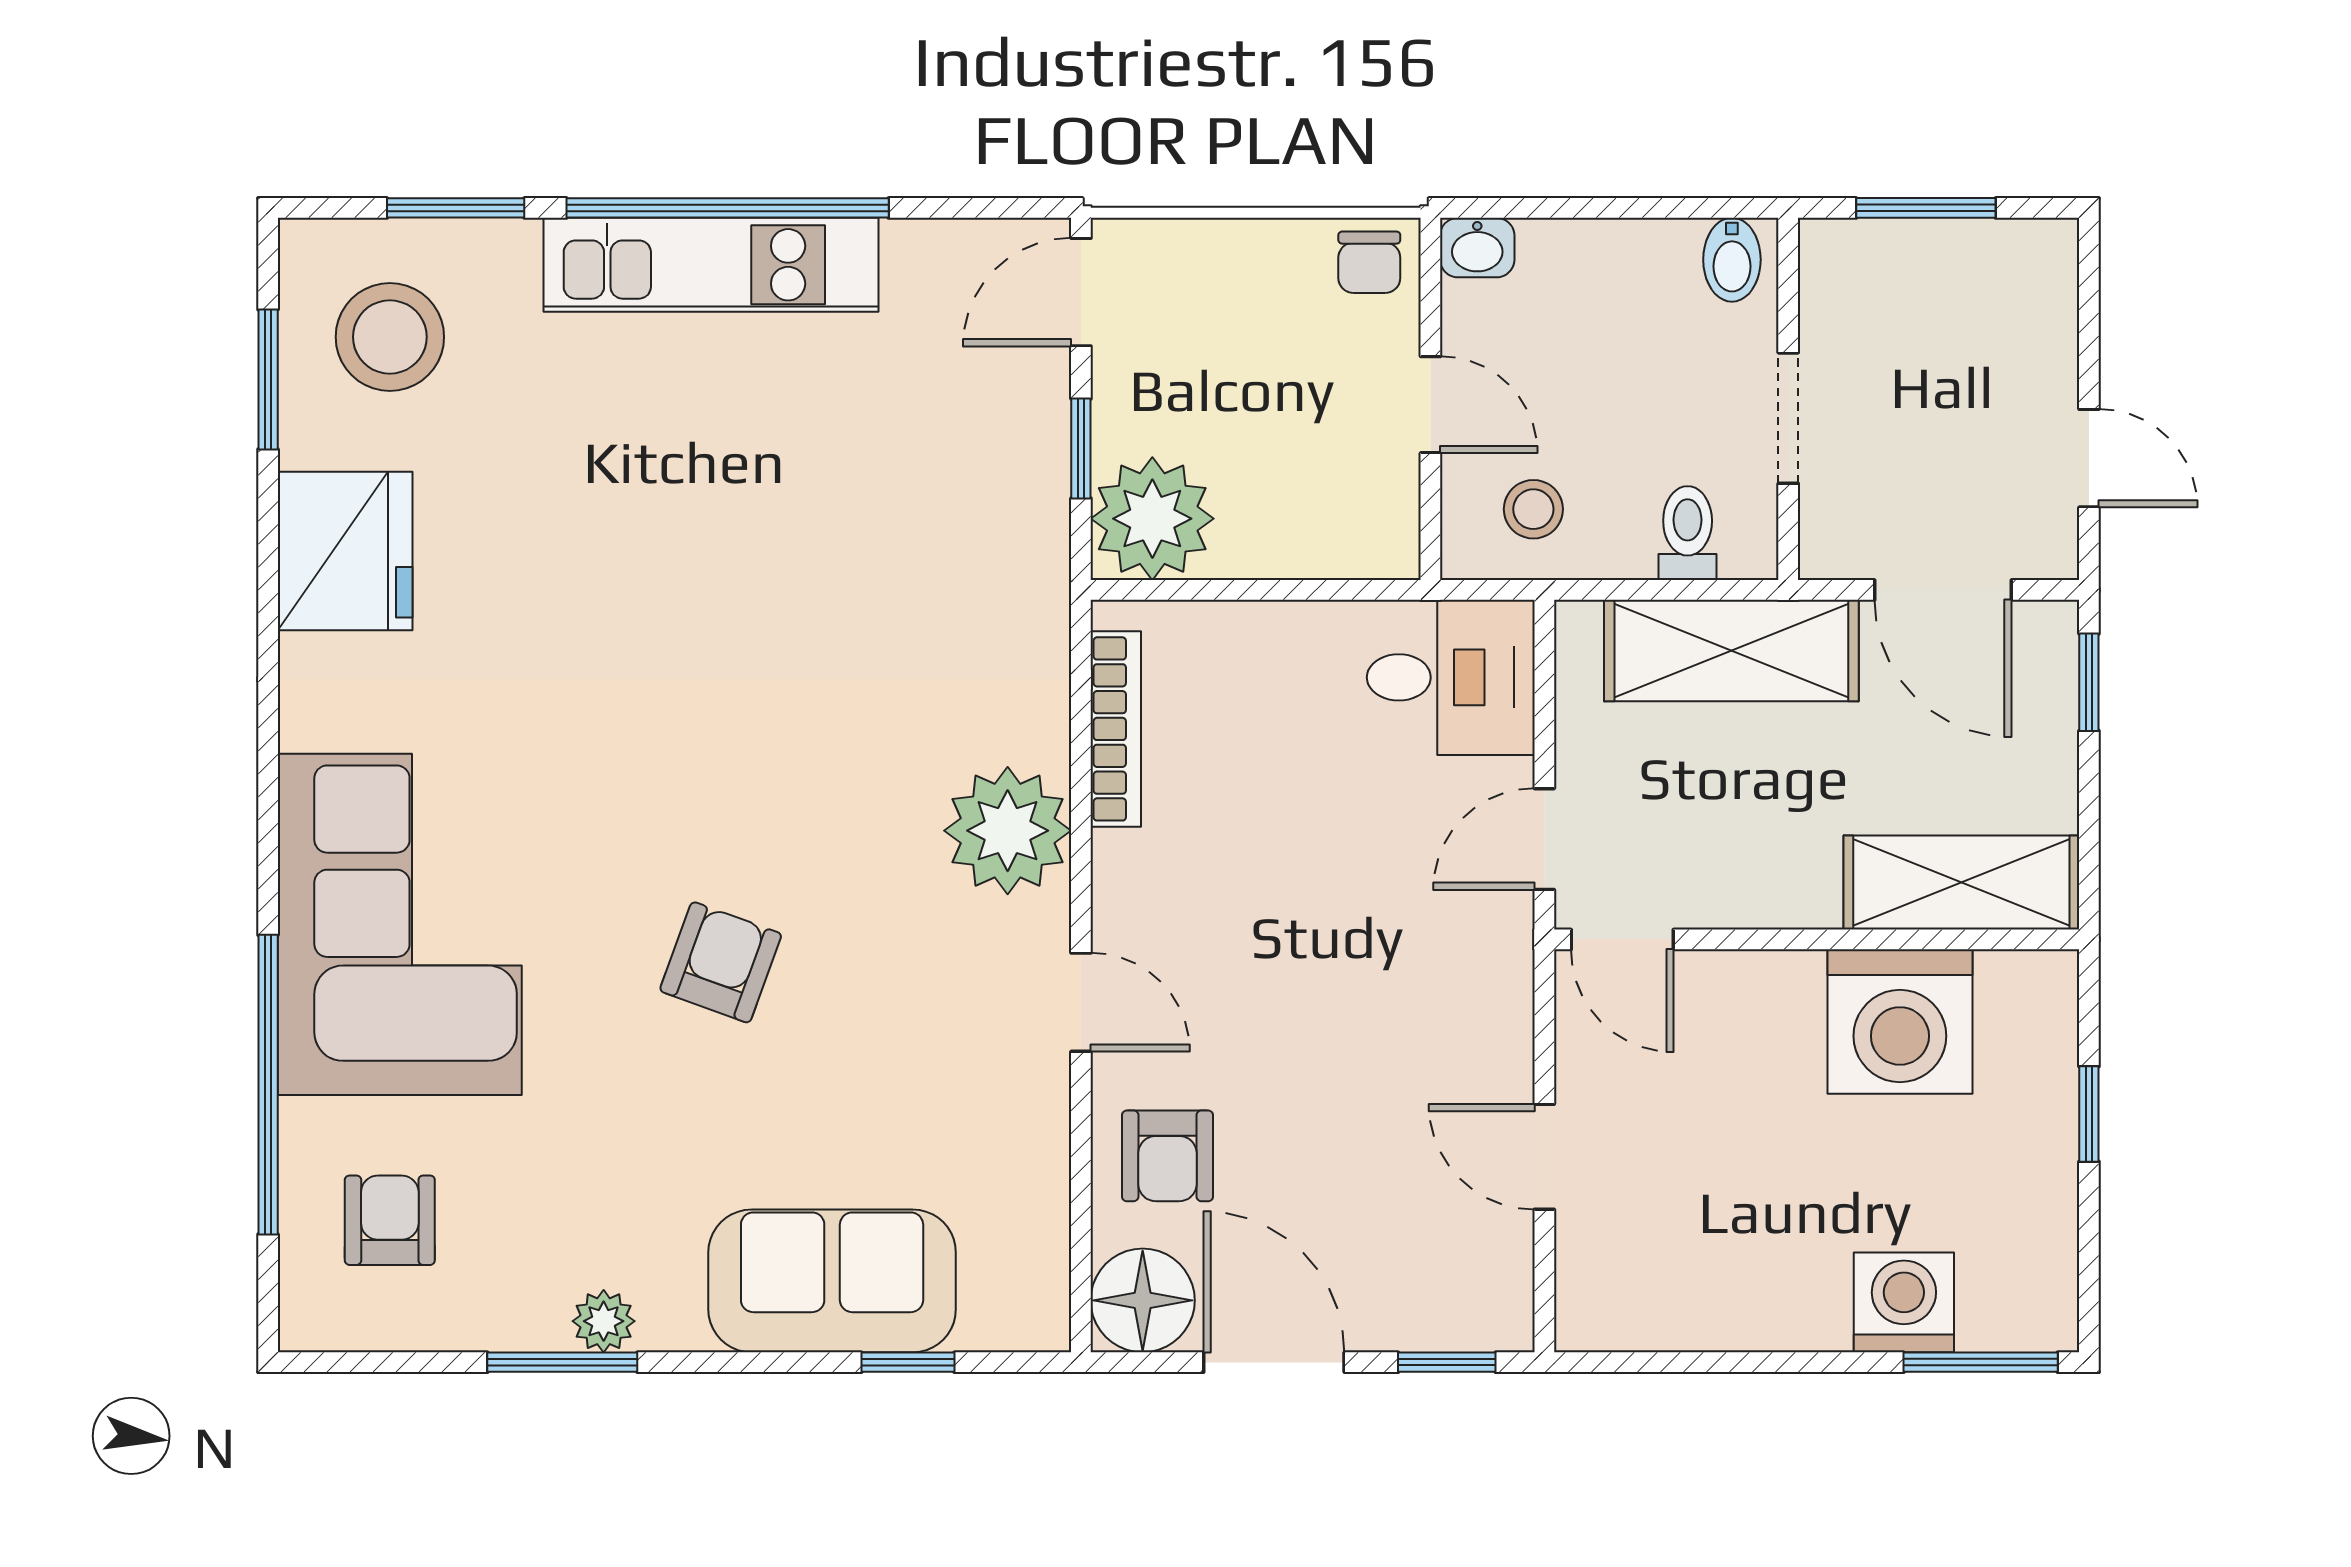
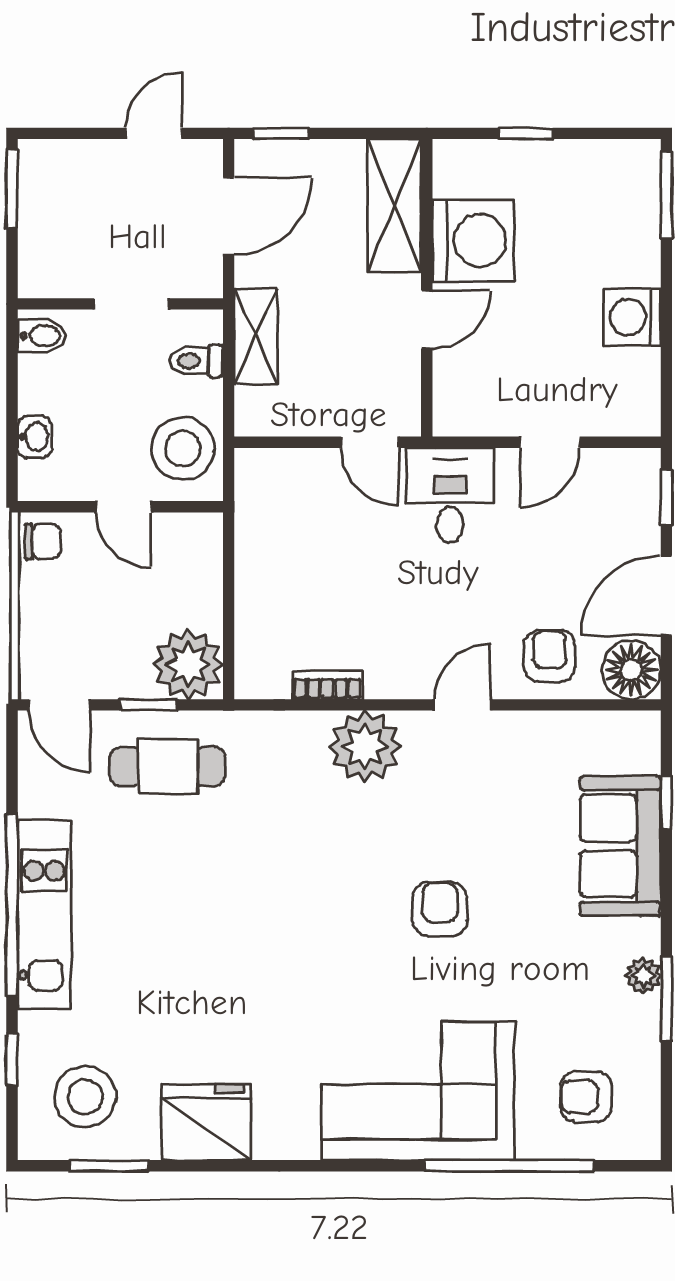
window: (456, 208) -> (12, 1059), width x0.67
window: (1926, 208) -> (12, 189), moved
washbasin: (1477, 248) -> (34, 437), moved
door: (1430, 405) -> (124, 507), swing flipped
cafe table: (973, 482) -> (167, 766), added
stool: (1533, 509) -> (183, 448), width x1.89, depth x1.89
shelving: (1731, 651) -> (256, 336), width x0.67, depth x0.75
desk: (1451, 677) -> (450, 495), moved
bookcase: (1116, 729) -> (327, 685), width x0.64
door: (1622, 939) -> (427, 320), moved
armchair: (721, 962) -> (440, 909), turned 70
armchair: (1167, 1156) -> (549, 656), turned -90
washing machine: (1904, 1302) -> (633, 317), moved

